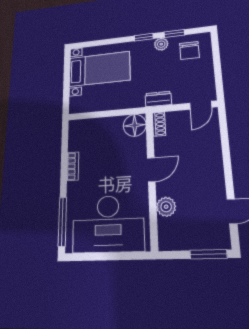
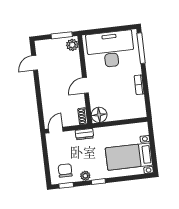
window: (174, 33) -> (66, 185), moved
plant: (166, 207) -> (72, 45), moved
window: (208, 254) -> (62, 35), moved

